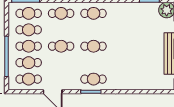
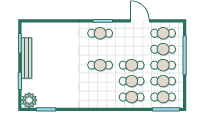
cafe table: (94, 13) -> (132, 81), moved

